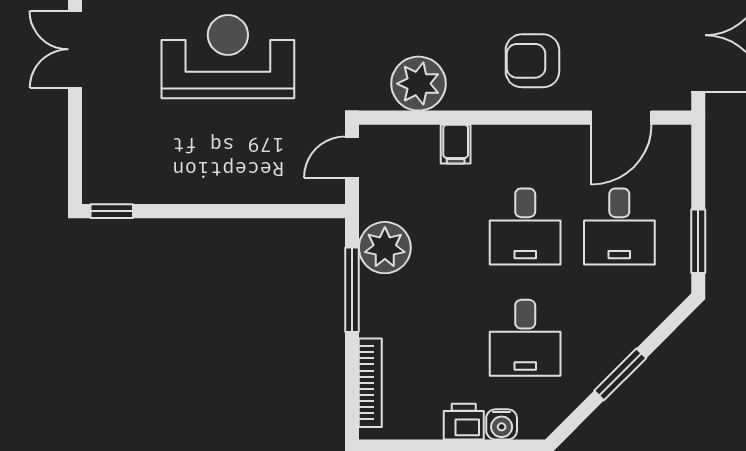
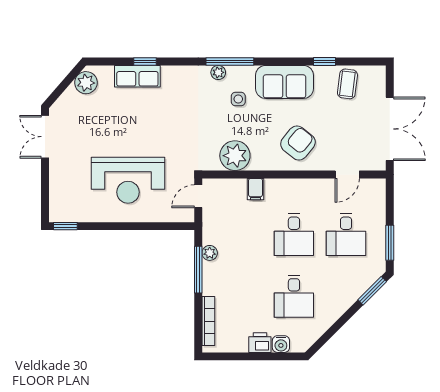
reception desk: (228, 57) -> (128, 180), moved, turned 180
armchair: (532, 61) -> (298, 143), turned 129
door: (621, 118) -> (347, 174), width x0.73
plant: (385, 248) -> (210, 253), width x0.53, depth x0.53
window: (620, 374) -> (372, 291), moved

